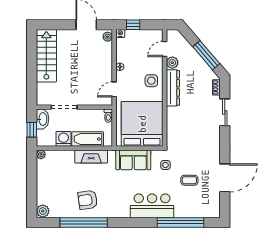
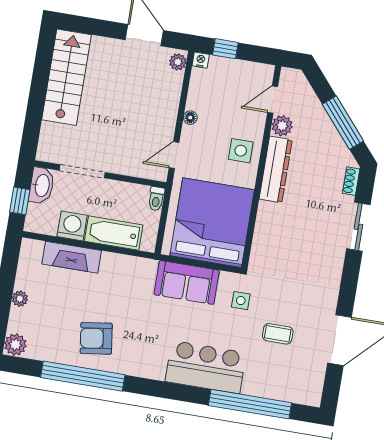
plant: (41, 154) -> (20, 299), moved
fireplace: (91, 157) -> (72, 257), moved

